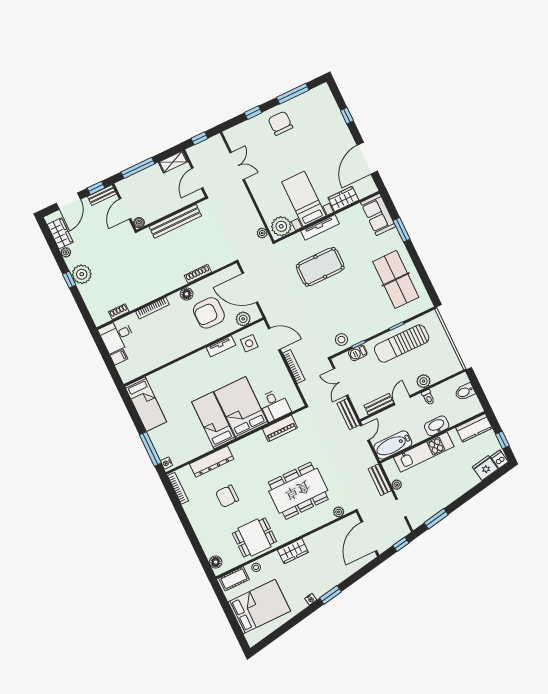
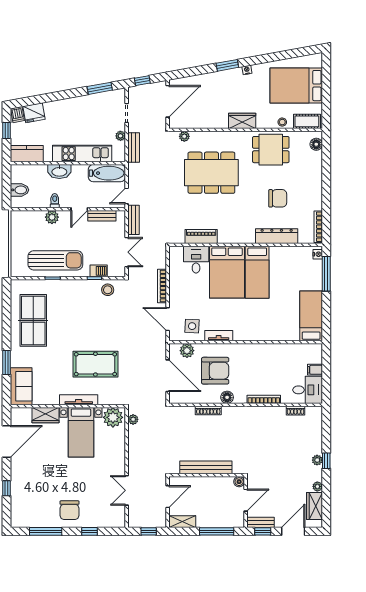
plant: (82, 274) -> (317, 460), width x0.53, depth x0.53

